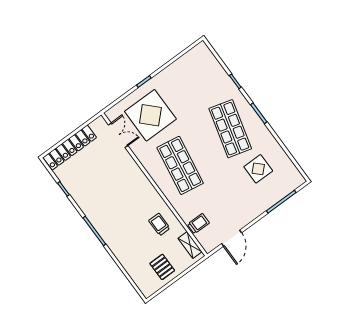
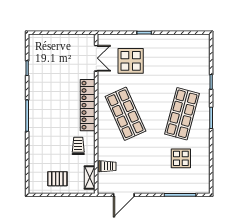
display table: (150, 115) -> (131, 61), width x0.73, depth x0.73
locker: (70, 148) -> (88, 105), moved, turned 90
shop shelf: (180, 165) -> (125, 114), turned -33
pallet: (162, 267) -> (57, 179), turned 90

